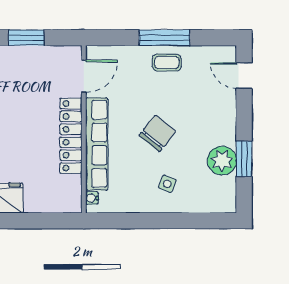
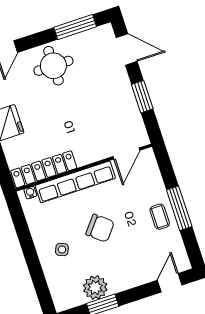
door: (84, 76) -> (126, 153), hinge flipped
locker: (71, 136) -> (44, 169), moved

